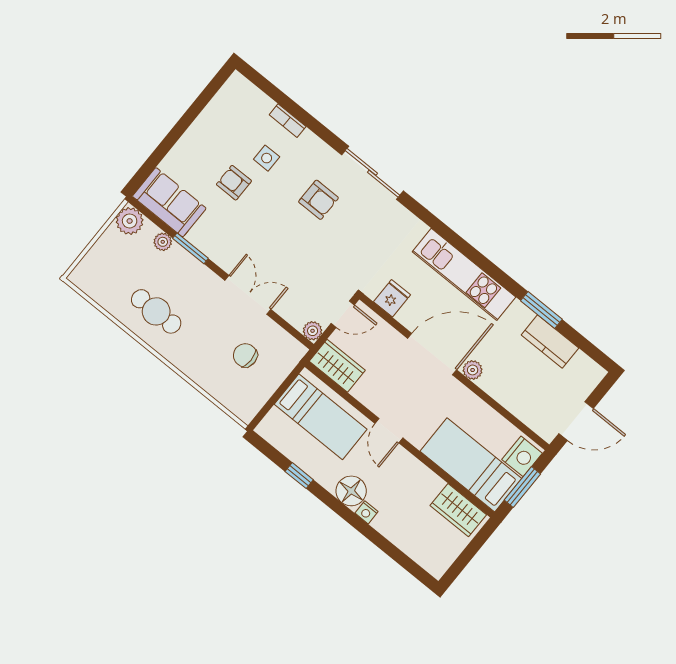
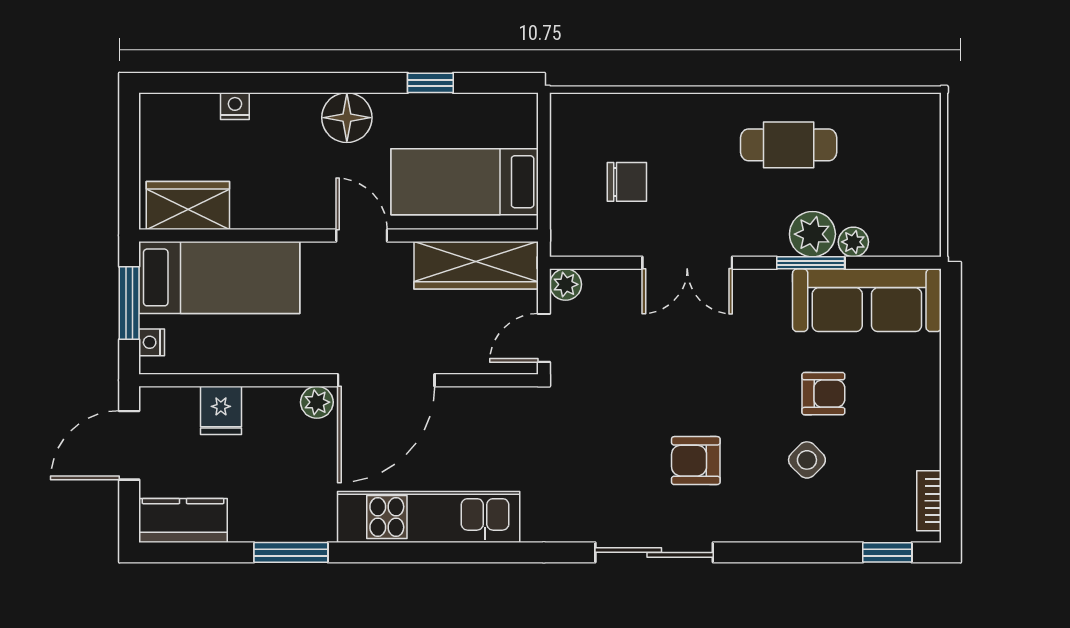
window: (264, 85) -> (887, 552), added
bookcase: (288, 121) -> (929, 501), moved, turned -90
side table: (267, 158) -> (807, 460), turned 45
sofa: (169, 202) -> (867, 300), width x1.36
plant: (130, 221) -> (812, 234), moved
fridge: (392, 298) -> (221, 410), moved
kitchen counter: (550, 342) -> (183, 521), moved
wardrobe: (337, 366) -> (476, 265), width x1.50
nightstand: (522, 456) -> (152, 342), width x0.53, depth x0.56
nightstand: (367, 512) -> (235, 106), moved

